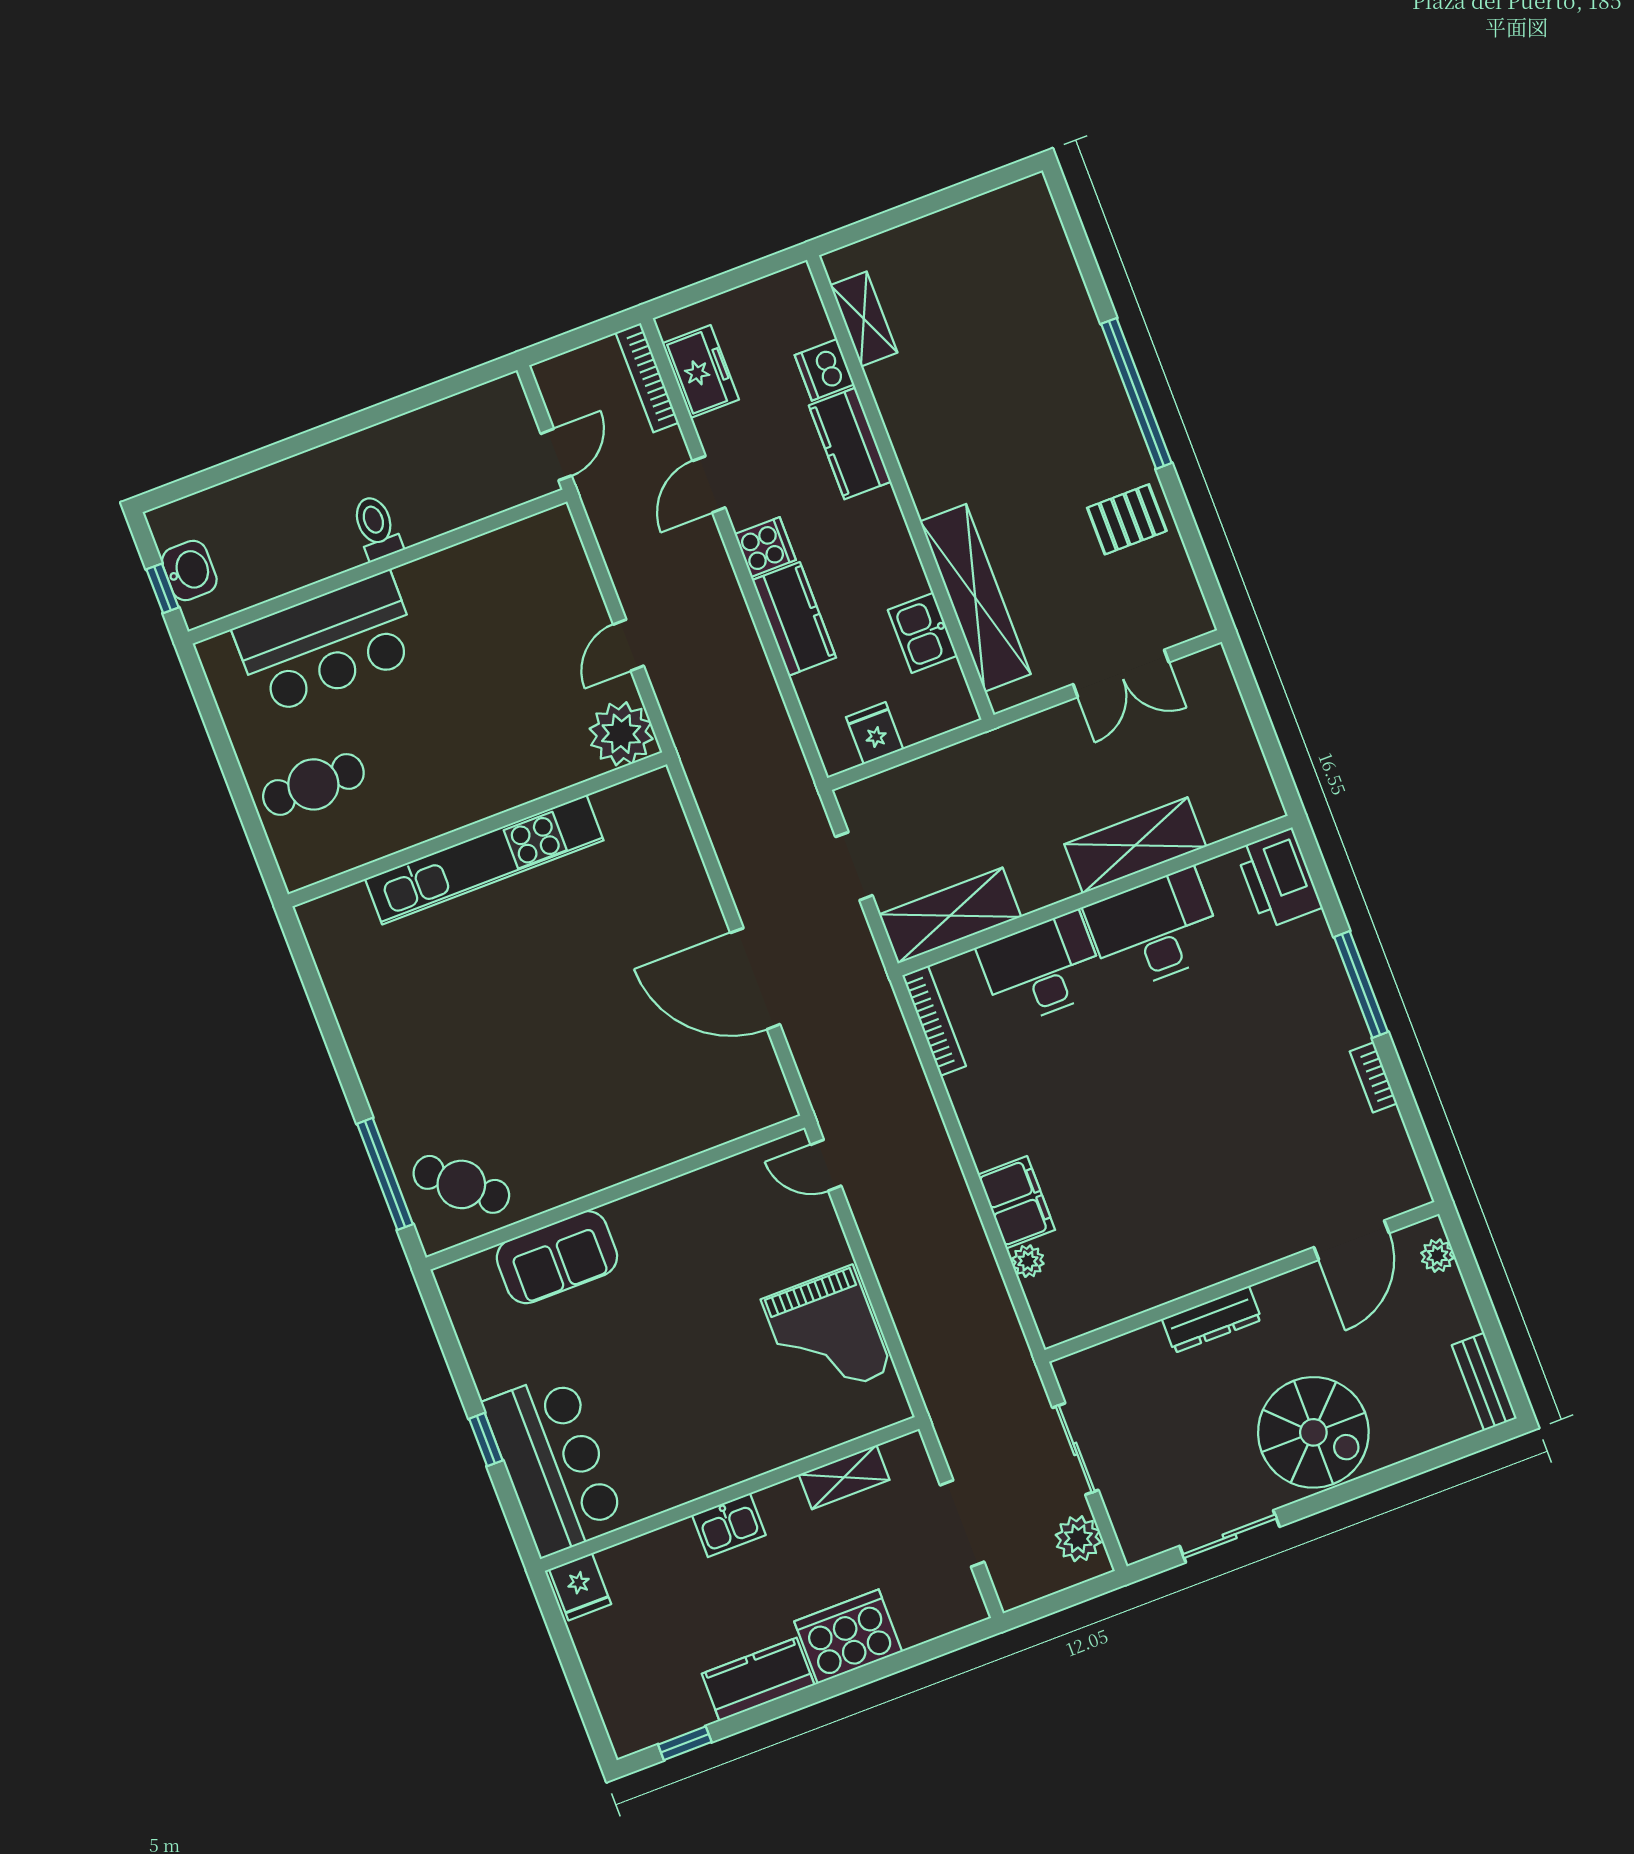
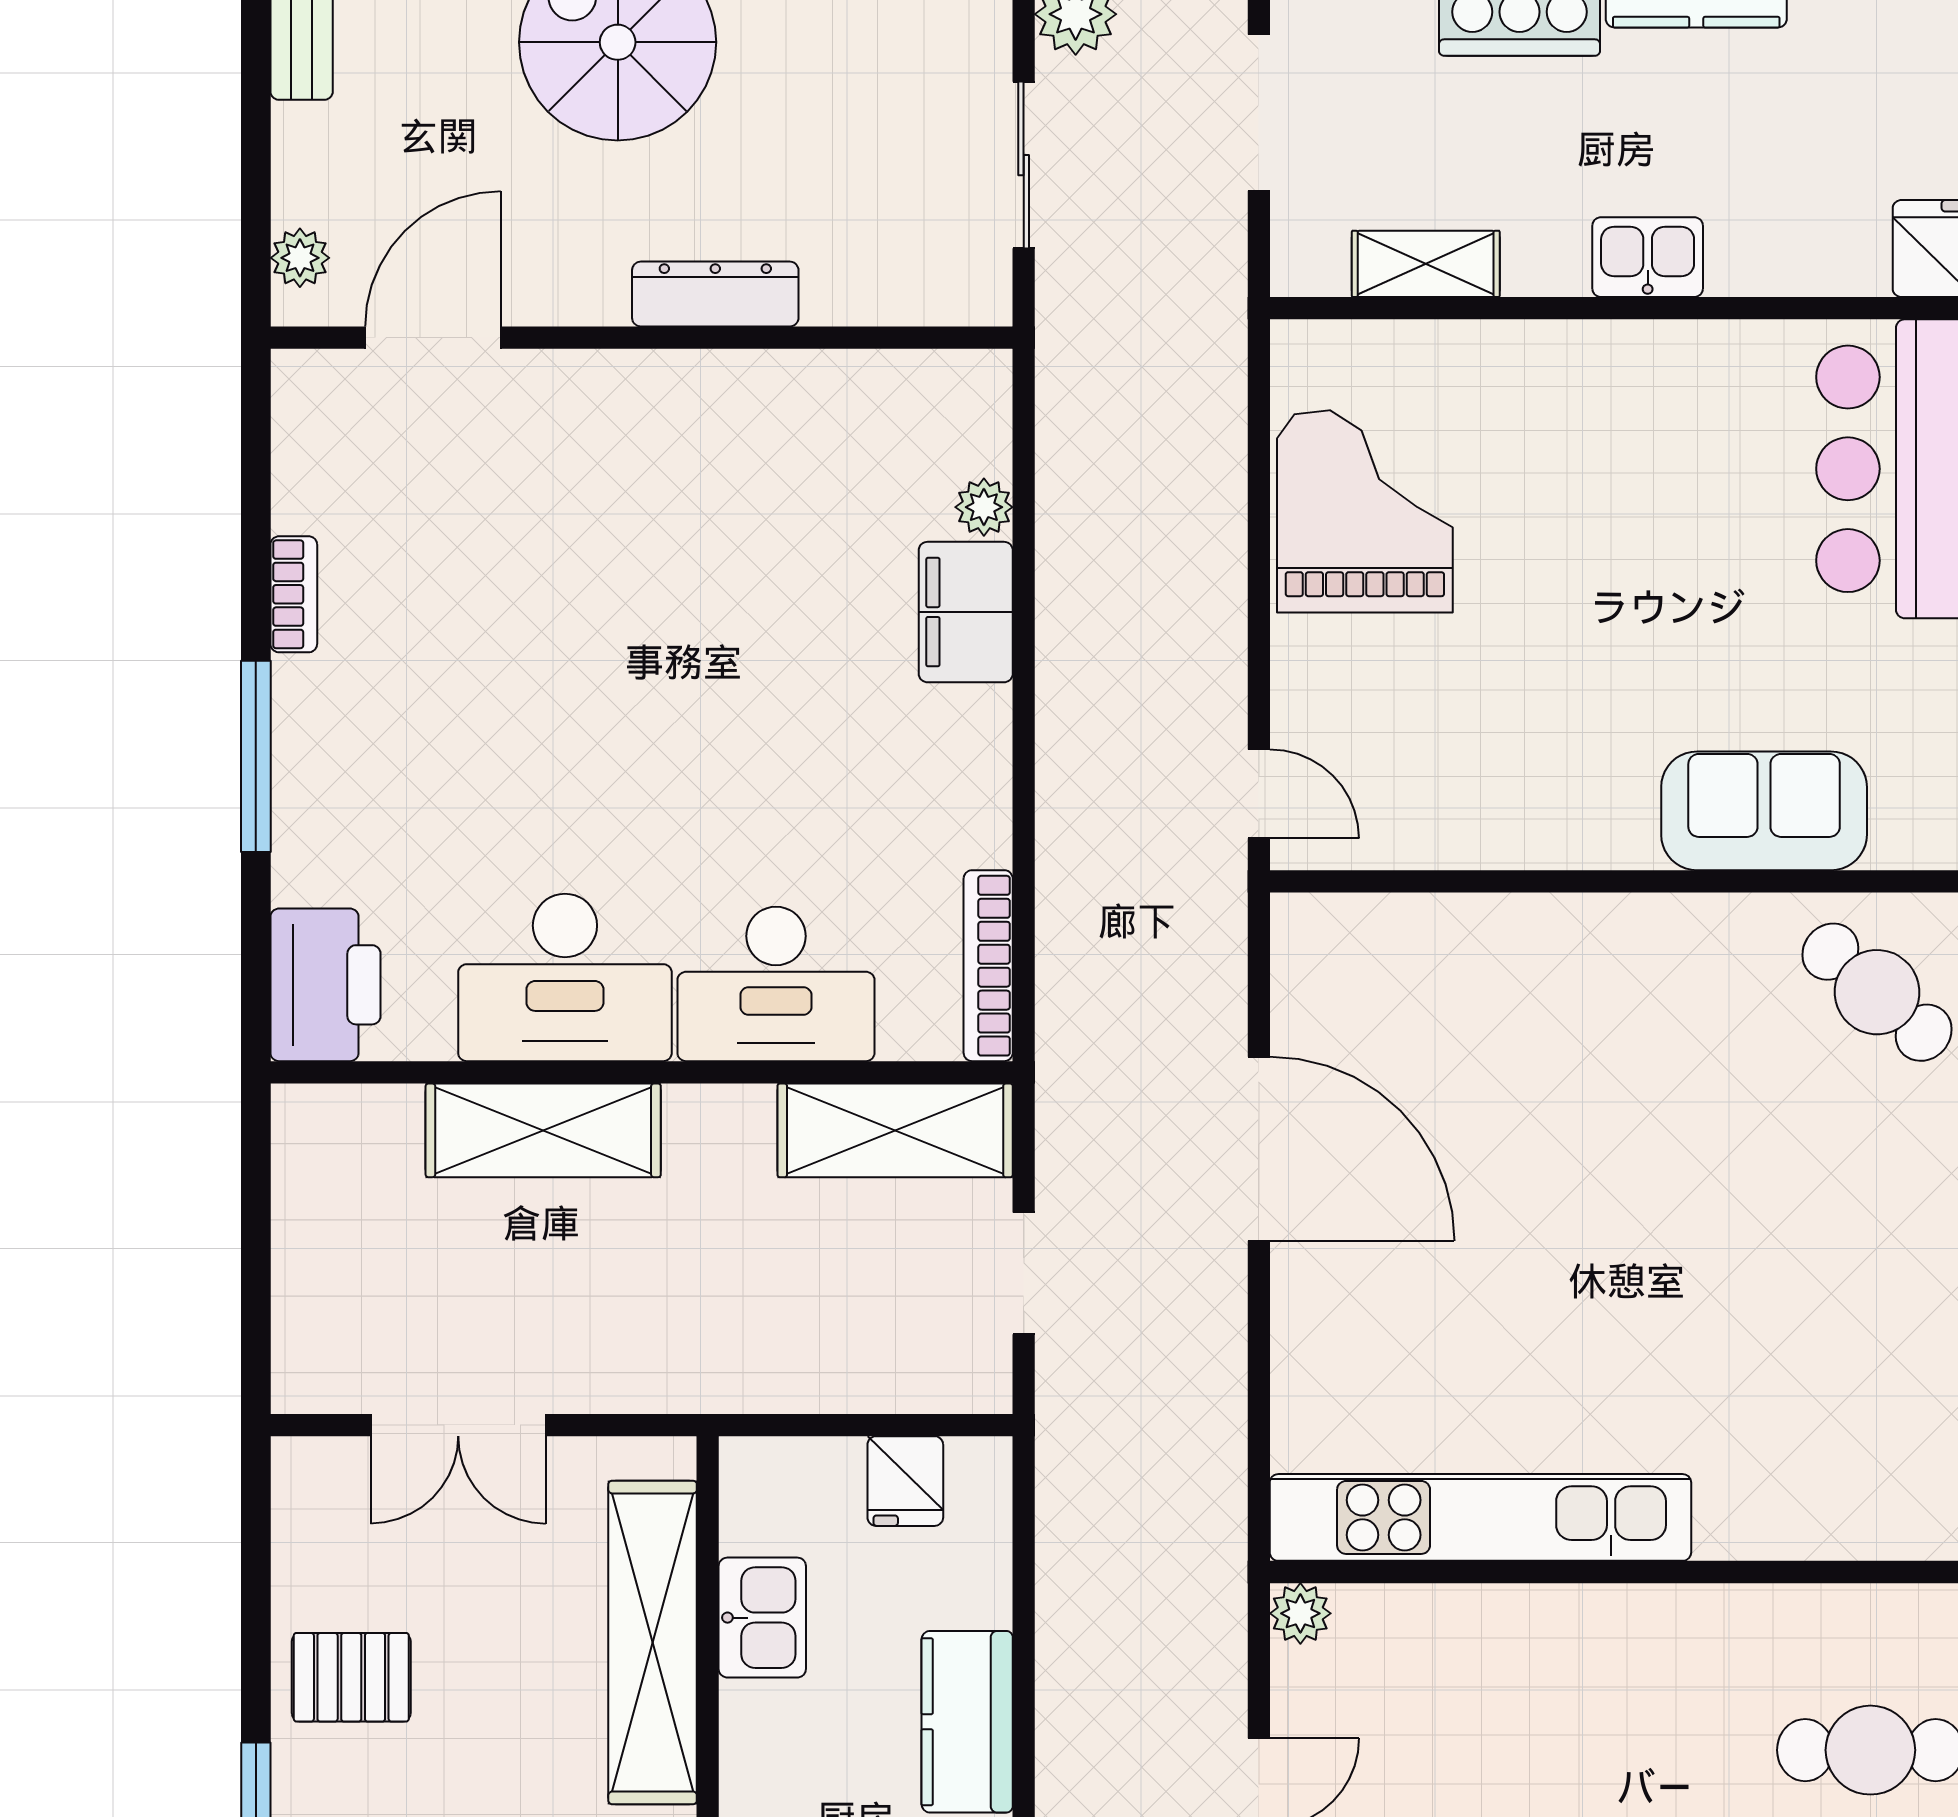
double door: (1121, 673) -> (458, 1425), swing flipped
plant: (621, 734) -> (1300, 1613), width x0.53, depth x0.53
kitchen unit: (484, 860) -> (1480, 1517), moved

